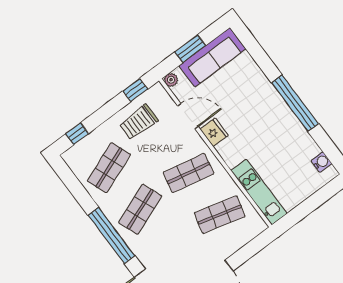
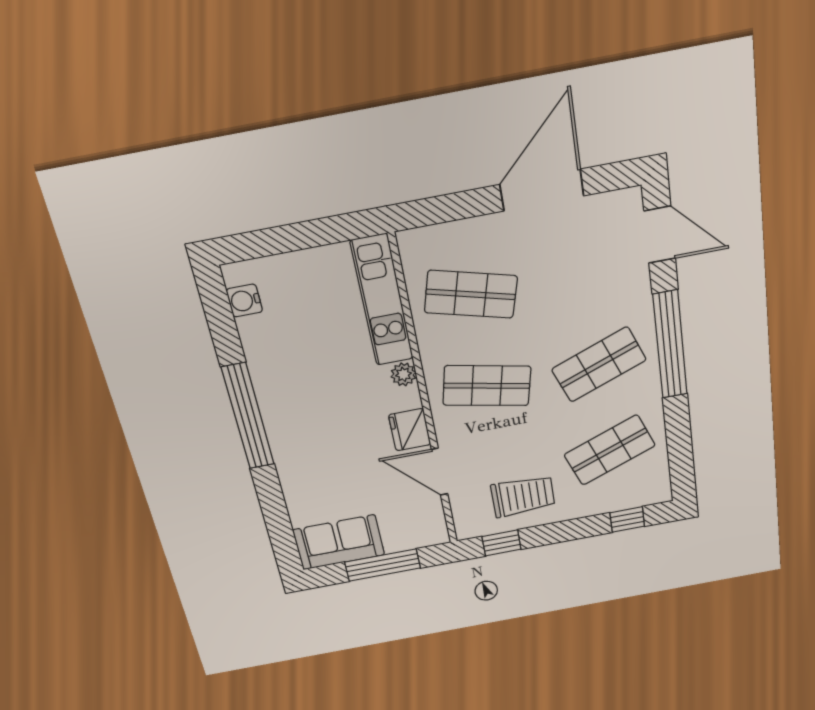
window: (190, 49) -> (383, 565), width x1.44
sofa: (212, 57) -> (339, 542), width x0.73
plant: (171, 80) -> (403, 374), moved

